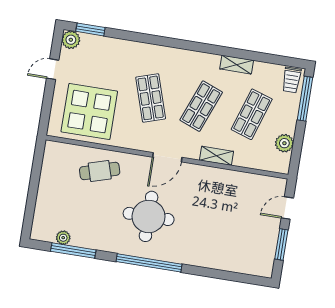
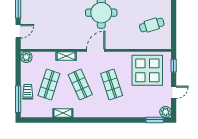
trolley: (292, 80) -> (28, 92), moved
shop shelf: (201, 106) -> (80, 85), turned -45
window: (46, 112) -> (174, 66), added
plant: (284, 143) -> (26, 57), moved
cafe table: (100, 171) -> (152, 25), moved

